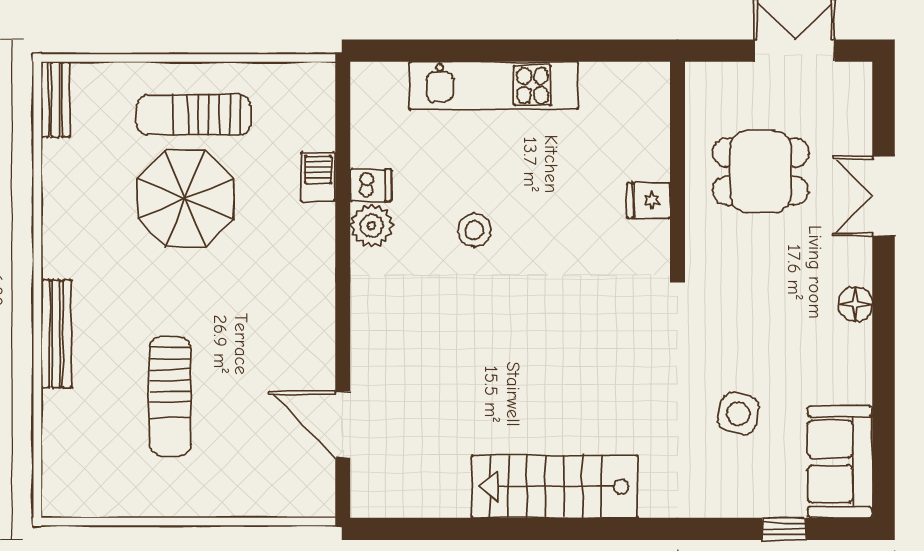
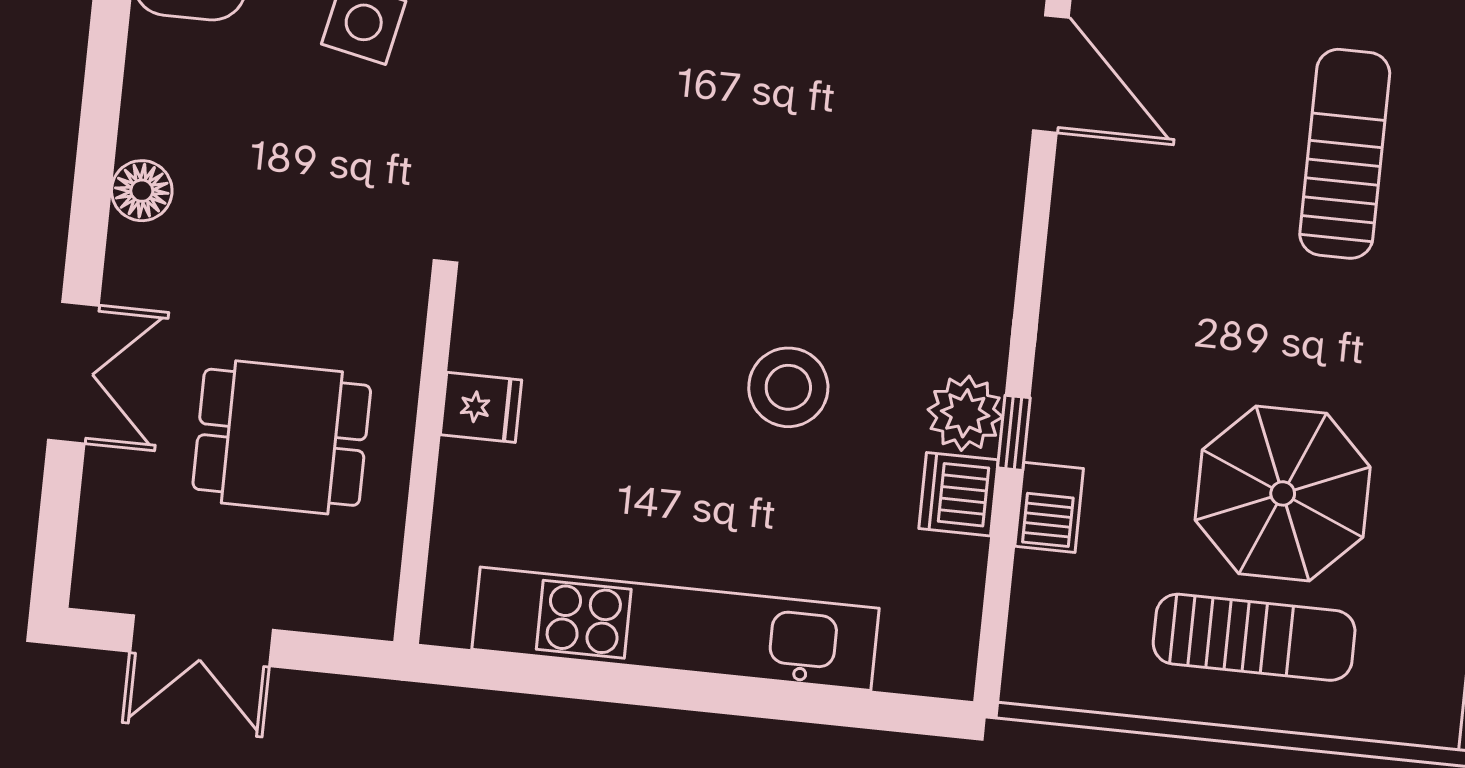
kitchen unit: (494, 85) -> (675, 629), width x1.36
dishwasher: (371, 185) -> (958, 494), width x1.38
window: (343, 217) -> (1014, 433), added
stool: (474, 230) -> (788, 387), width x1.38, depth x1.38

